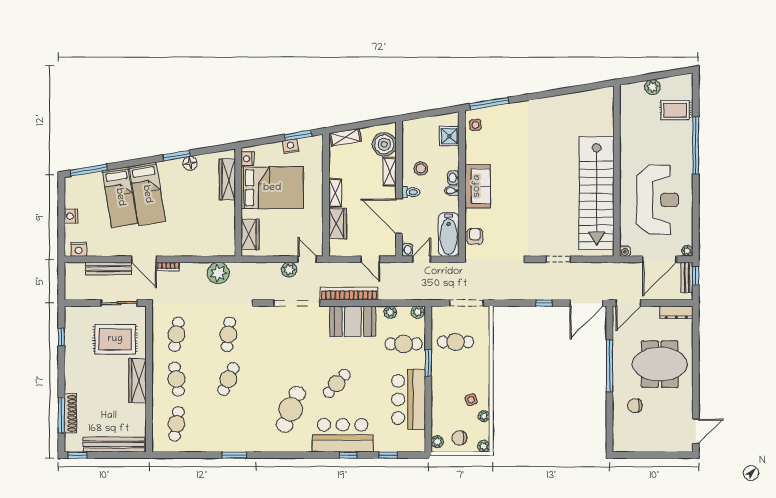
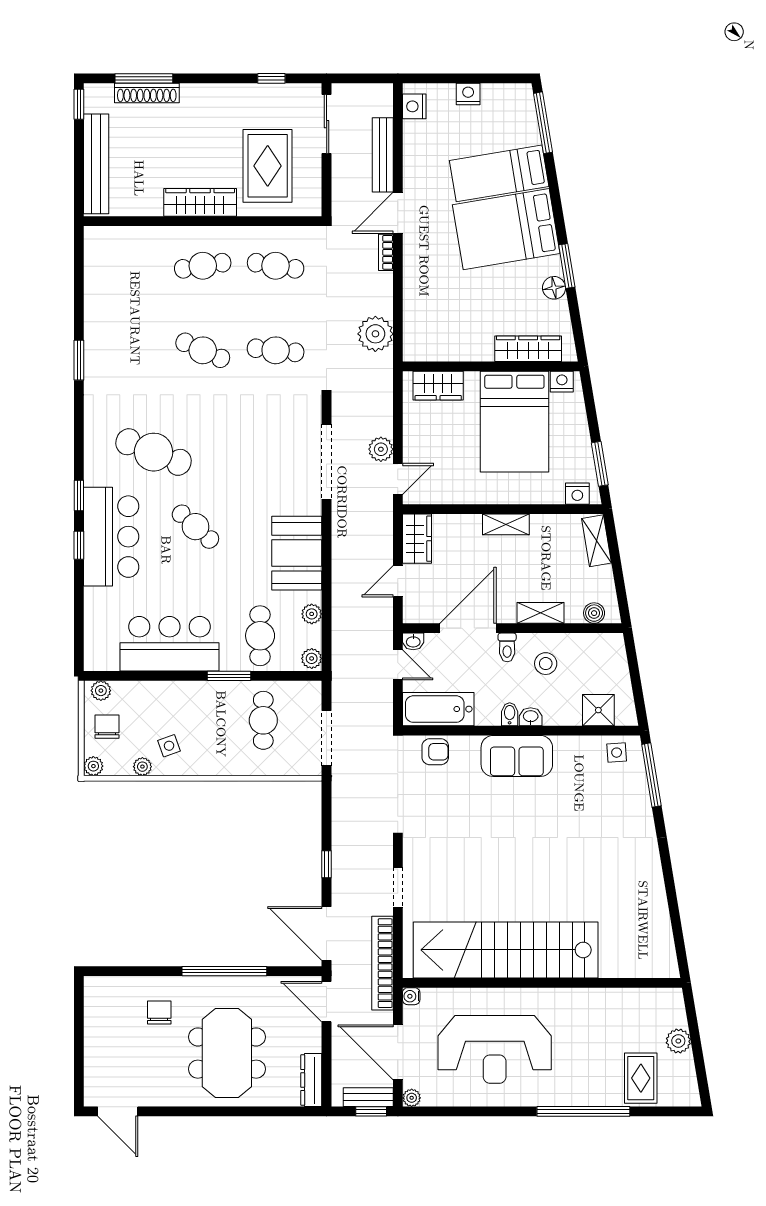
boiler: (384, 144) -> (594, 613), width x0.54, depth x0.54
nightstand: (291, 146) -> (577, 494), moved, turned 99
bed: (147, 194) -> (506, 229), width x1.50
wardrobe: (338, 224) -> (417, 539), moved, turned -90
bookcase: (349, 294) -> (383, 963), moved, turned 180
sliding door: (119, 303) -> (327, 124), moved
cafe table: (176, 424) -> (130, 266), removed
window: (388, 455) -> (79, 496), moved

